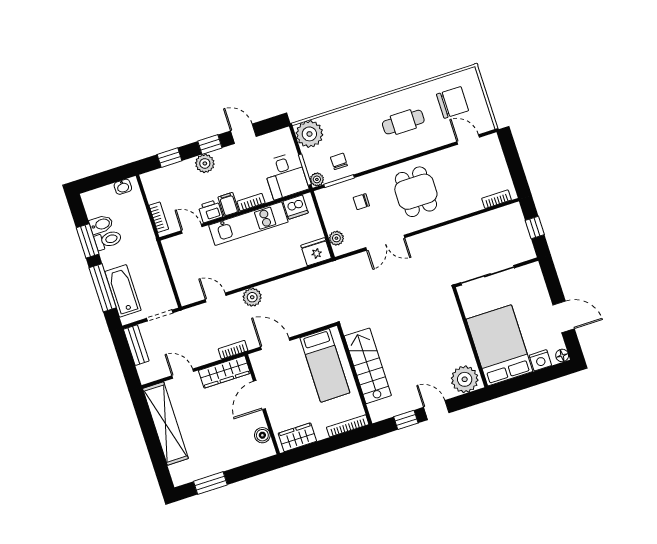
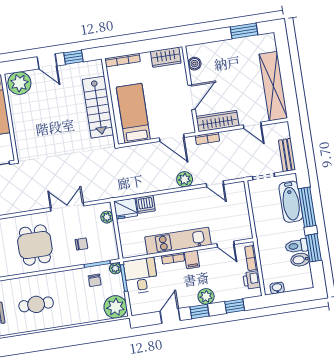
door: (243, 134) -> (170, 316), swing flipped
dishwasher: (296, 207) -> (146, 204), moved, turned 180
printer: (210, 211) -> (252, 280), moved, turned 90

